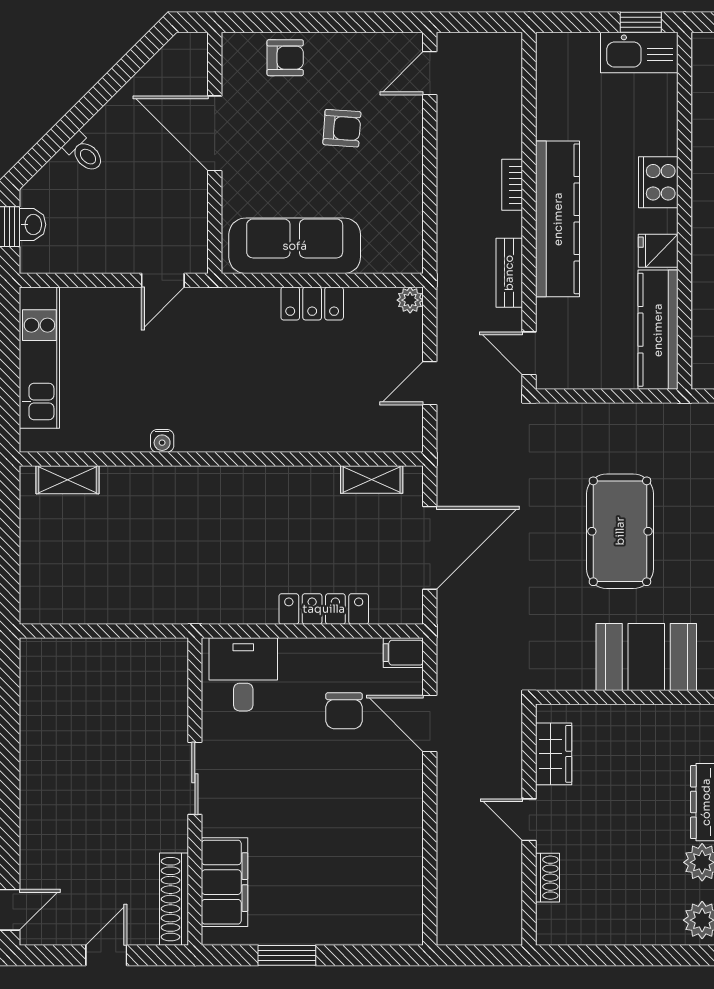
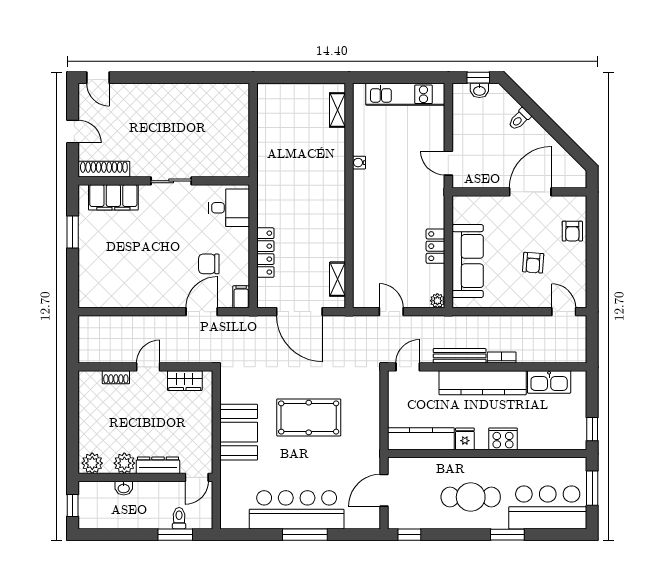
kitchen sink: (639, 52) -> (549, 382), moved, turned -90
sofa: (295, 246) -> (468, 261), moved
bench: (509, 273) -> (460, 356), width x1.36

